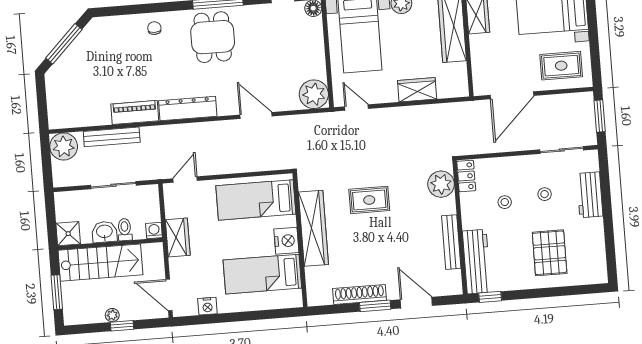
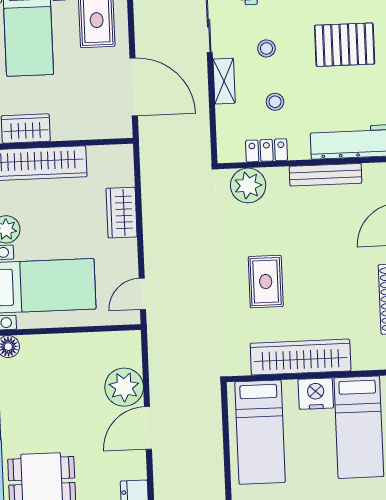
plant: (314, 94) -> (124, 387), moved
shelving: (519, 163) -> (224, 81), added
locker: (466, 176) -> (267, 150), moved

